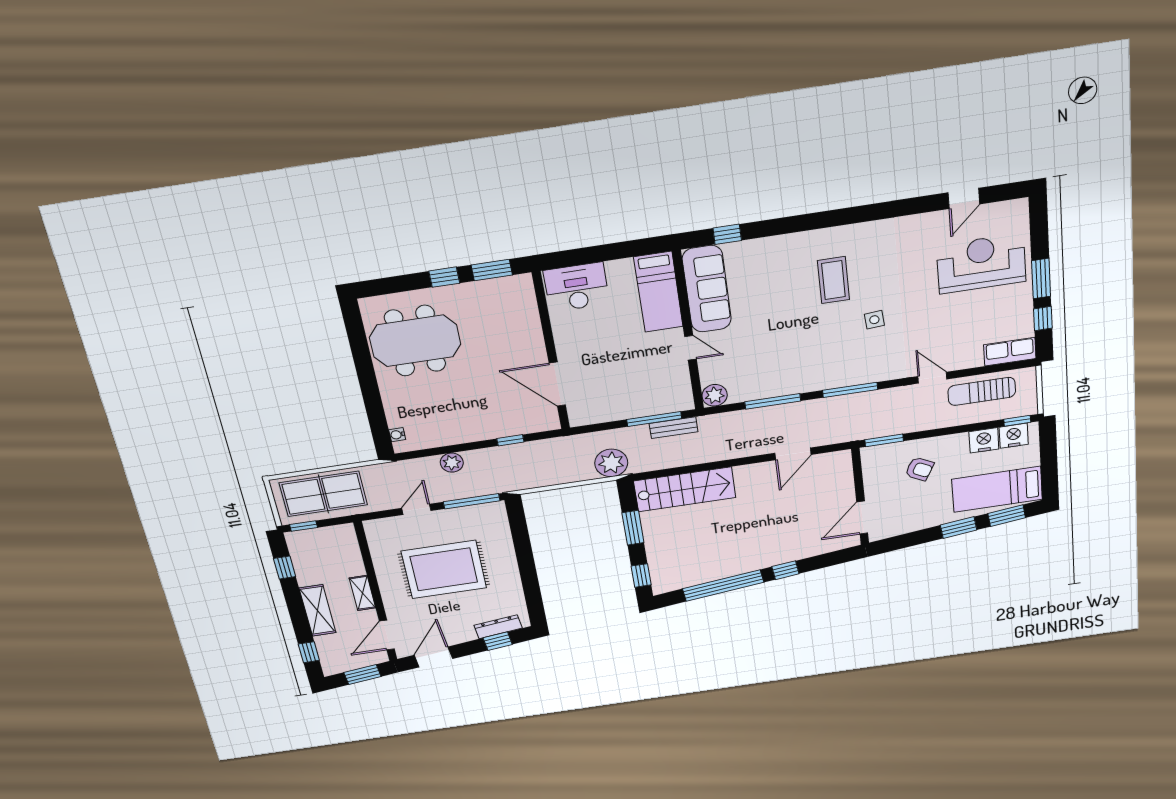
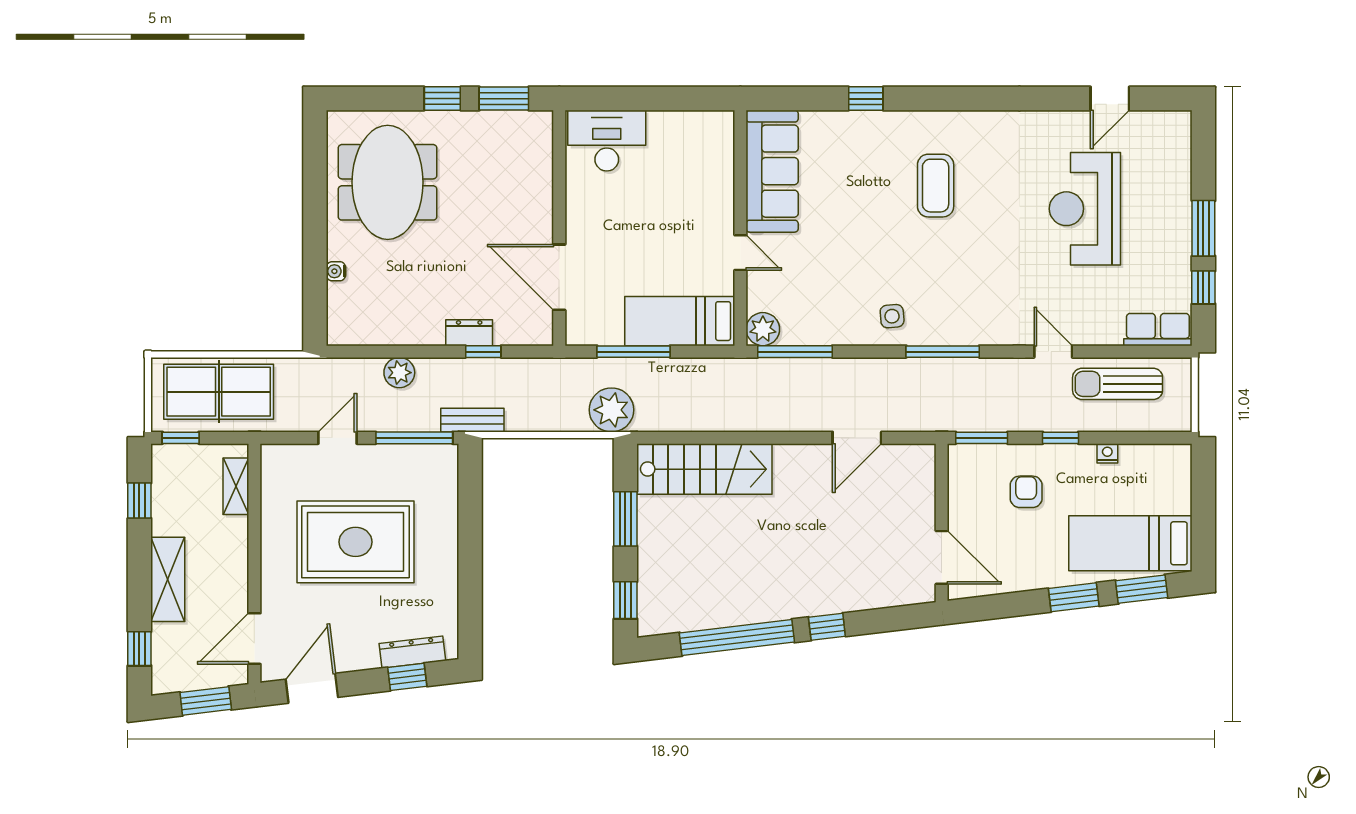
window: (727, 234) -> (866, 99), moved
reception desk: (981, 263) -> (1085, 209), moved, turned -90
bed: (658, 292) -> (680, 321), moved, turned 90
side table: (874, 320) -> (892, 316), moved
meeting table: (415, 341) -> (388, 182), turned 90
window: (773, 401) -> (795, 352), moved
window: (654, 419) -> (634, 352), moved
window: (1017, 421) -> (1061, 438), moved
bench: (673, 428) -> (472, 420), moved
dresser: (498, 430) -> (469, 333), added
water cooler: (397, 435) -> (336, 271), moved
nightstand: (1014, 436) -> (1157, 461), removed
nightstand: (984, 440) -> (1107, 453), width x0.53, depth x0.56
armchair: (919, 469) -> (1026, 492), turned -118
door: (862, 518) -> (942, 557), swing flipped
shelving: (362, 593) -> (236, 486), moved

